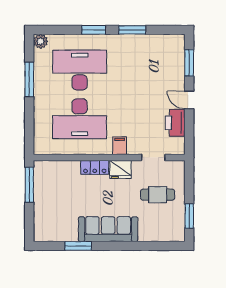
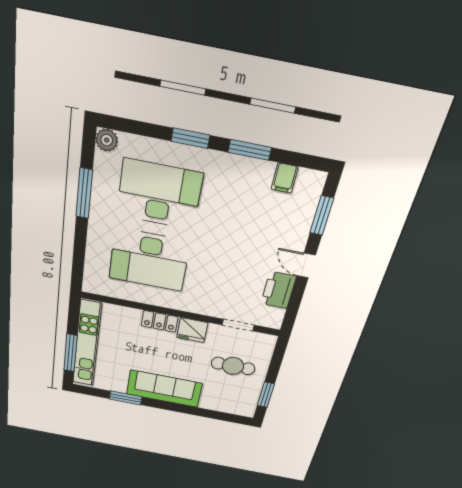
filing cabinet: (120, 146) -> (285, 178), moved, turned 180
window: (29, 185) -> (70, 353), moved
kitchen unit: (42, 200) -> (87, 344), added

